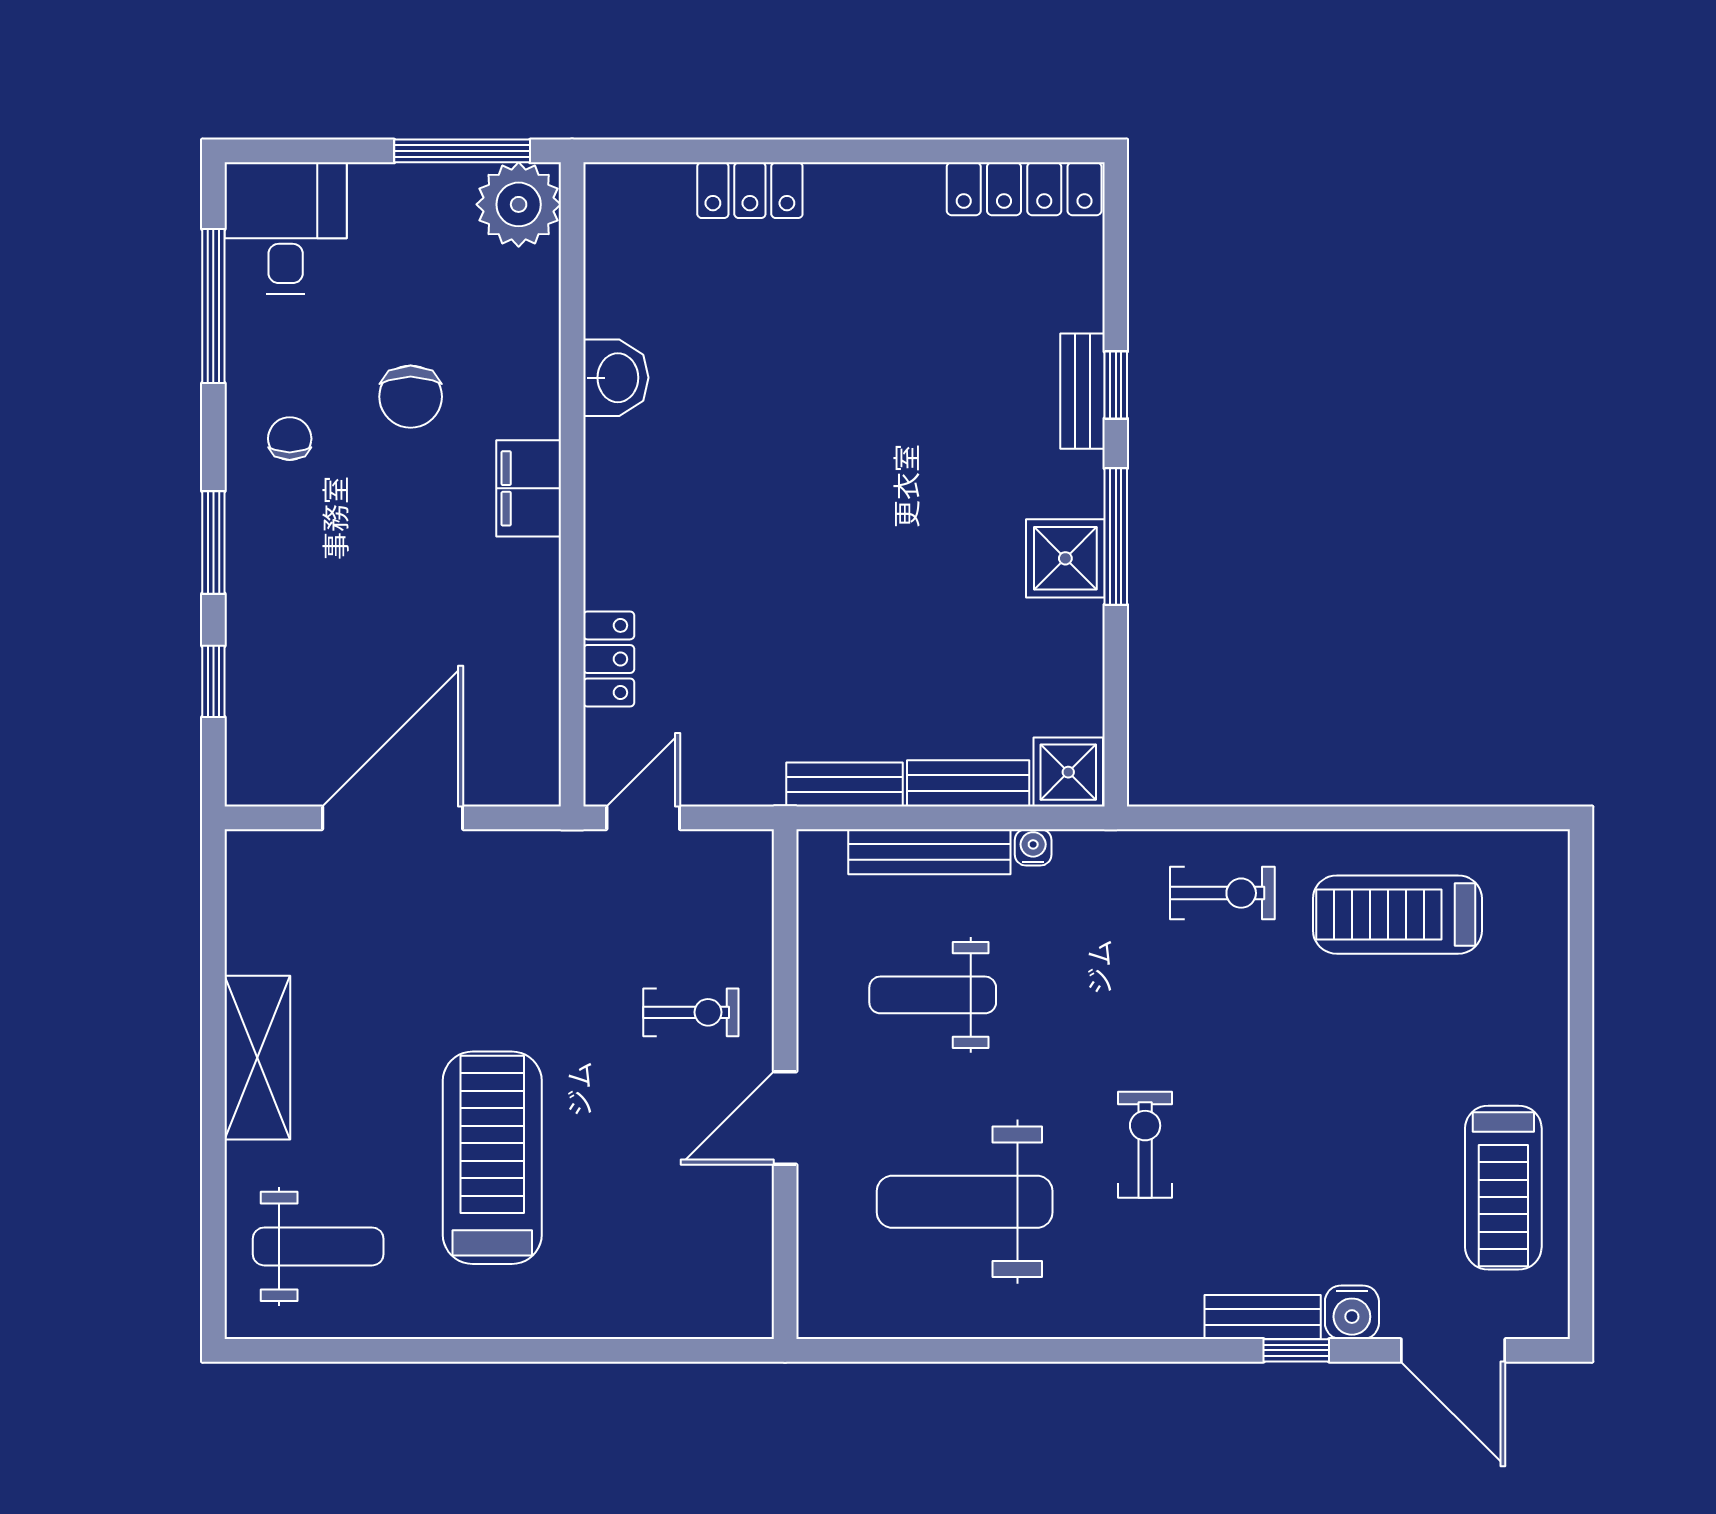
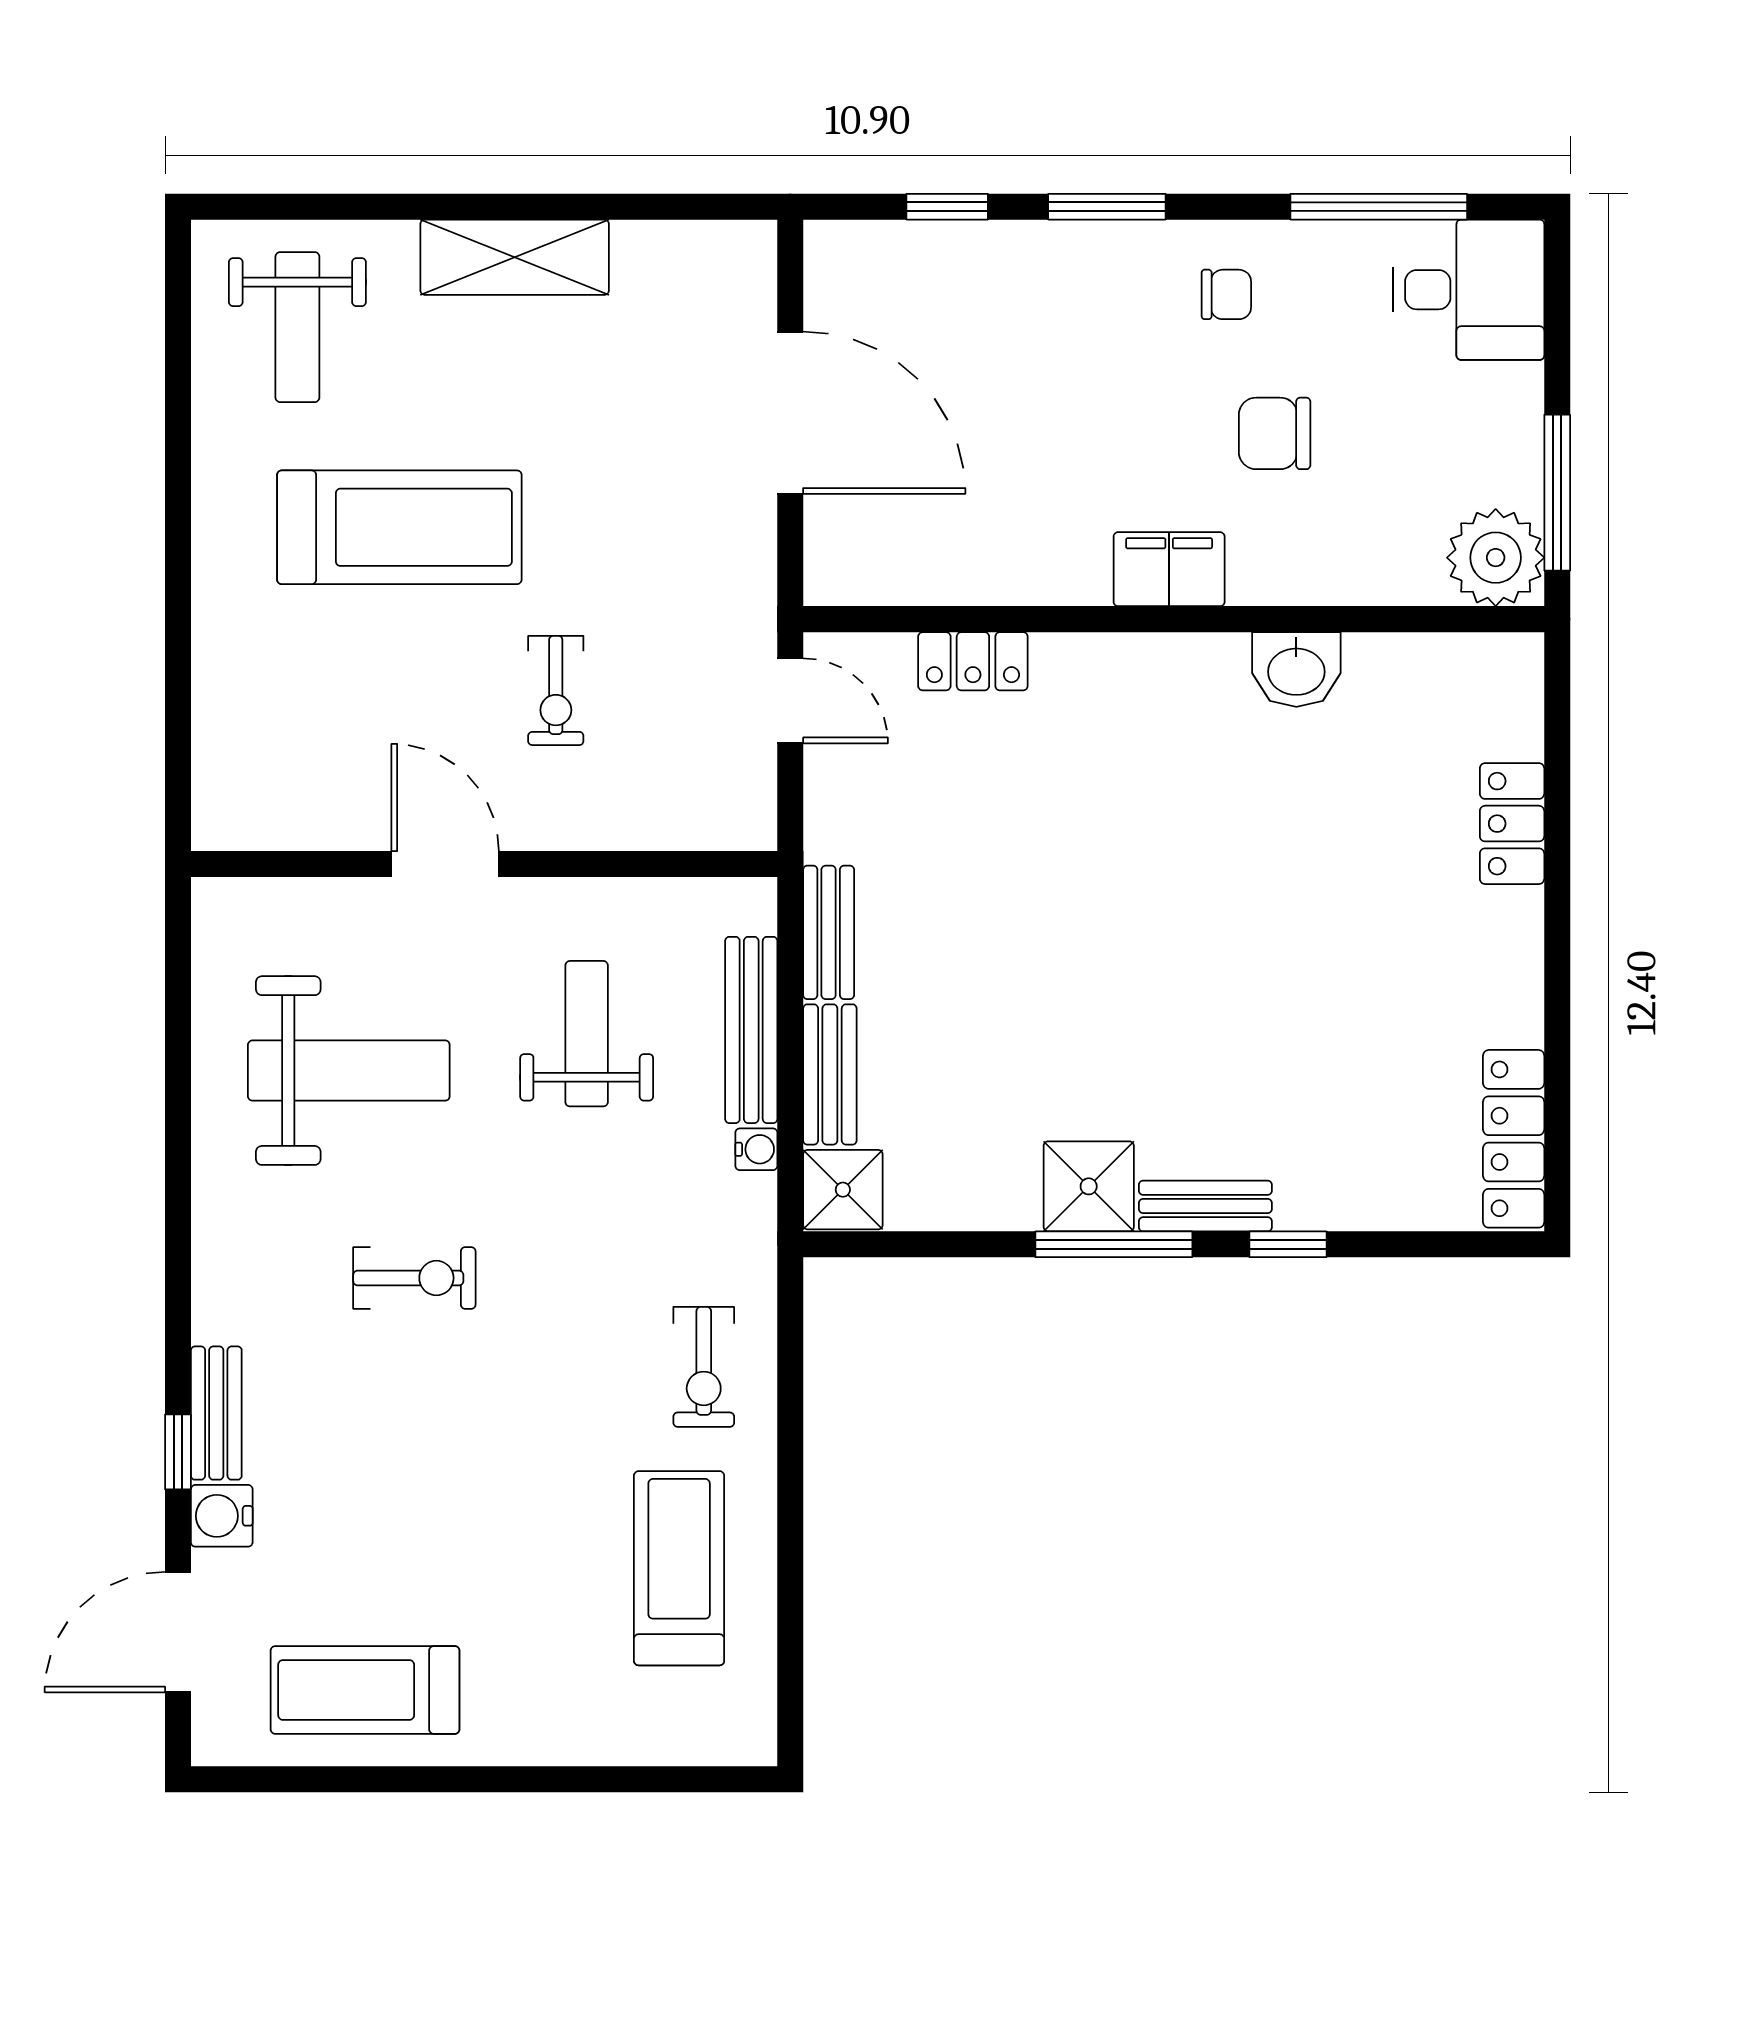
bench: (1082, 391) -> (1205, 1206), moved
exercise bike: (691, 1012) -> (556, 690), moved
weight bench: (965, 1202) -> (349, 1071), turned 90

